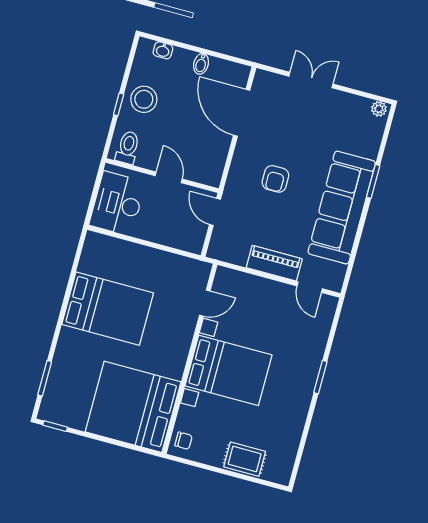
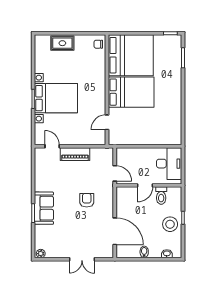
toilet: (128, 148) -> (161, 196), moved
door: (169, 177) -> (145, 185), hinge flipped
sofa: (342, 208) -> (44, 208), width x0.54, depth x0.79
bed: (108, 309) -> (131, 92), moved, turned 180
bed with nightstands: (228, 370) -> (56, 98), moved, turned 180

